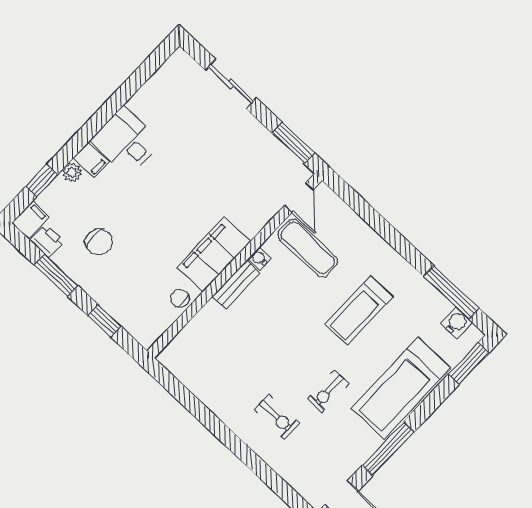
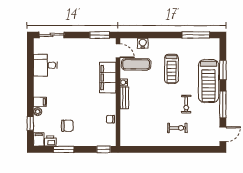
sliding door: (231, 84) -> (52, 35), moved
desk: (126, 141) -> (45, 65), moved
filing cabinet: (214, 254) -> (108, 78), moved
window: (104, 321) -> (104, 149), moved
water cooler: (456, 323) -> (143, 43), moved
window: (469, 364) -> (223, 70), moved

